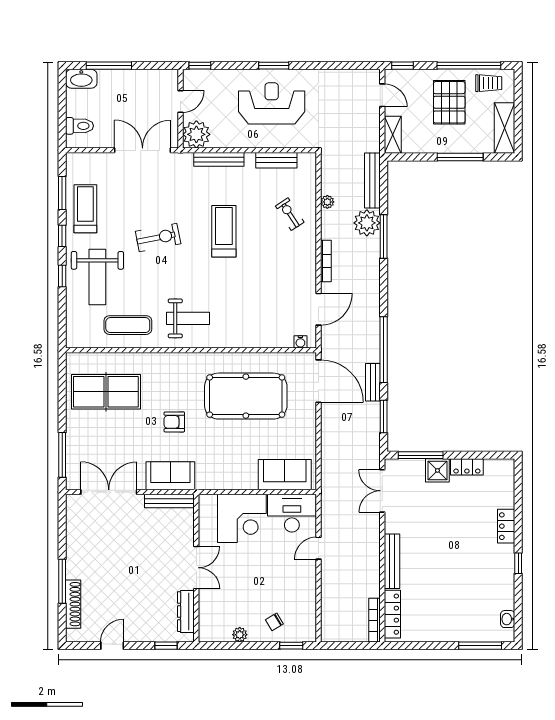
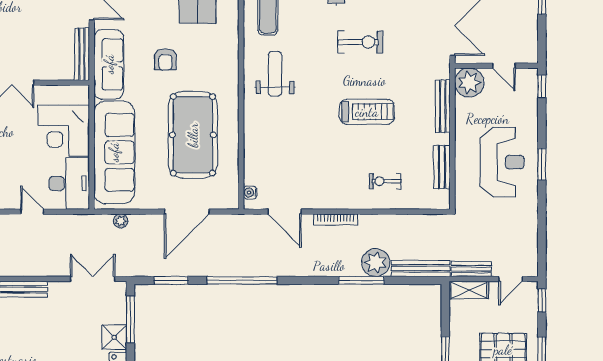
plant: (327, 202) -> (121, 221), moved
exercise bike: (290, 214) -> (385, 181), turned -147
exercise bike: (158, 238) -> (360, 42), turned -79
weight bench: (188, 318) -> (275, 74), turned 180
door: (318, 381) -> (187, 212), moved
bench: (373, 382) -> (471, 269), moved
armchair: (174, 422) -> (166, 59), turned 180
sofa: (285, 475) -> (114, 152), width x1.85, depth x1.27
sofa: (170, 476) -> (109, 64), width x1.36

